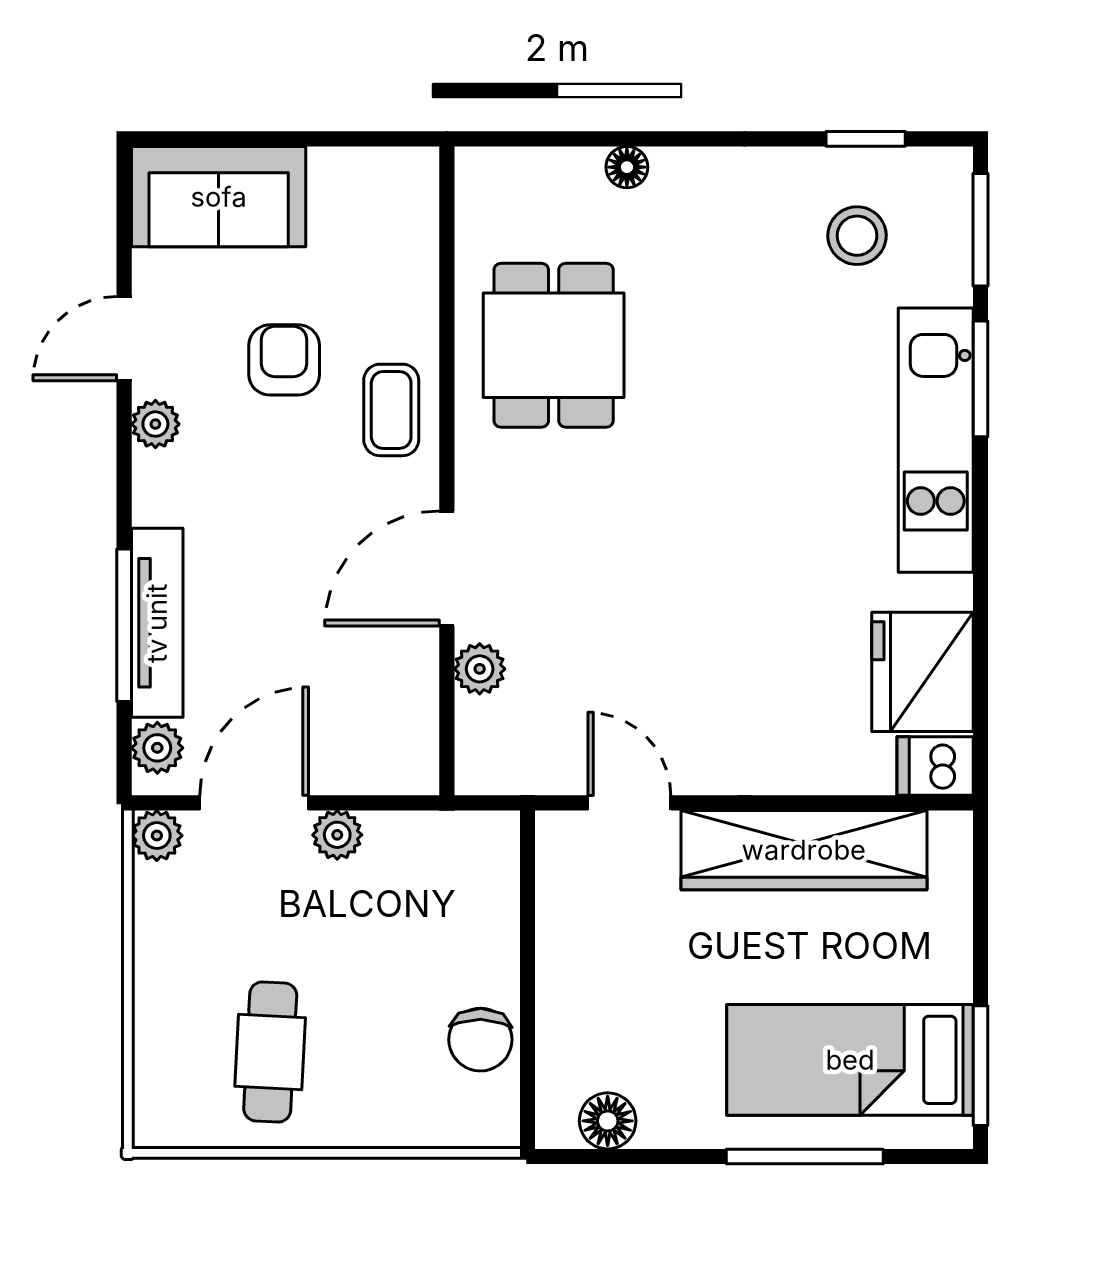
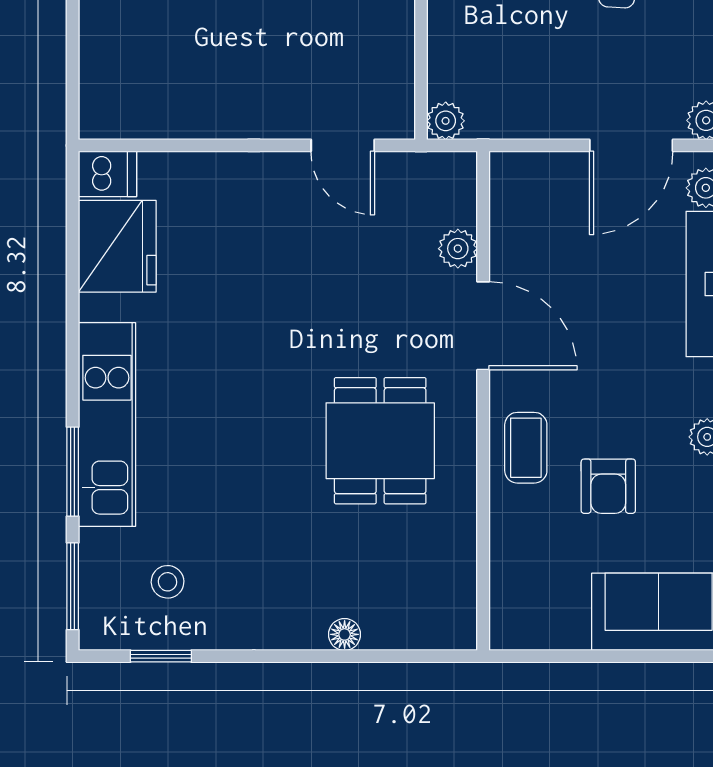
stool: (857, 236) -> (168, 582), width x0.73, depth x0.73
dining table: (554, 345) -> (380, 441), moved
door: (447, 568) -> (483, 326), hinge flipped
plant: (337, 835) -> (446, 121), moved
wardrobe: (804, 850) -> (208, 109), removed

